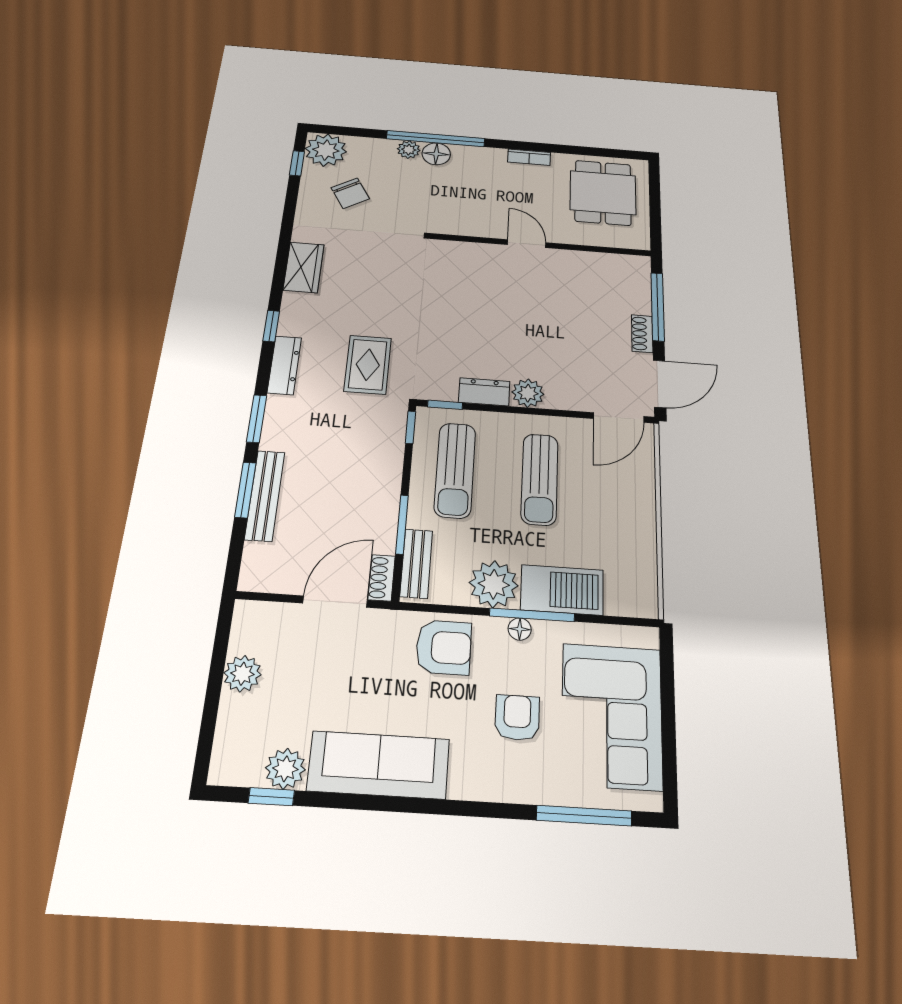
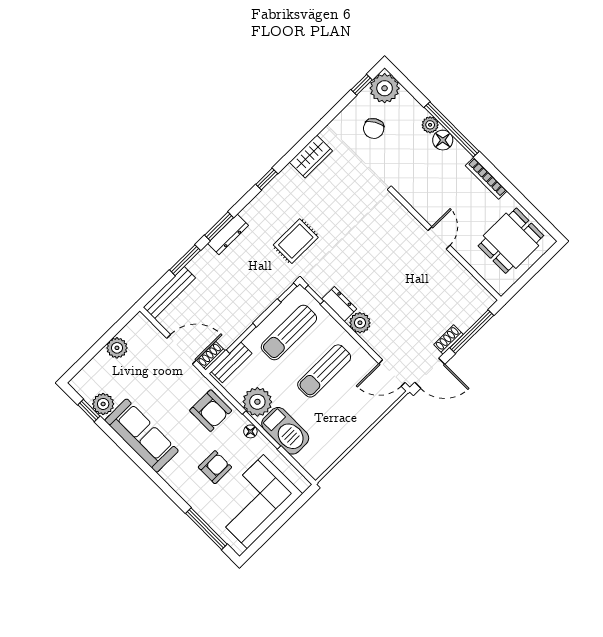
bookcase: (529, 157) -> (486, 178), width x1.56
dresser: (284, 365) -> (228, 234), moved
bench: (265, 495) -> (169, 293), moved

